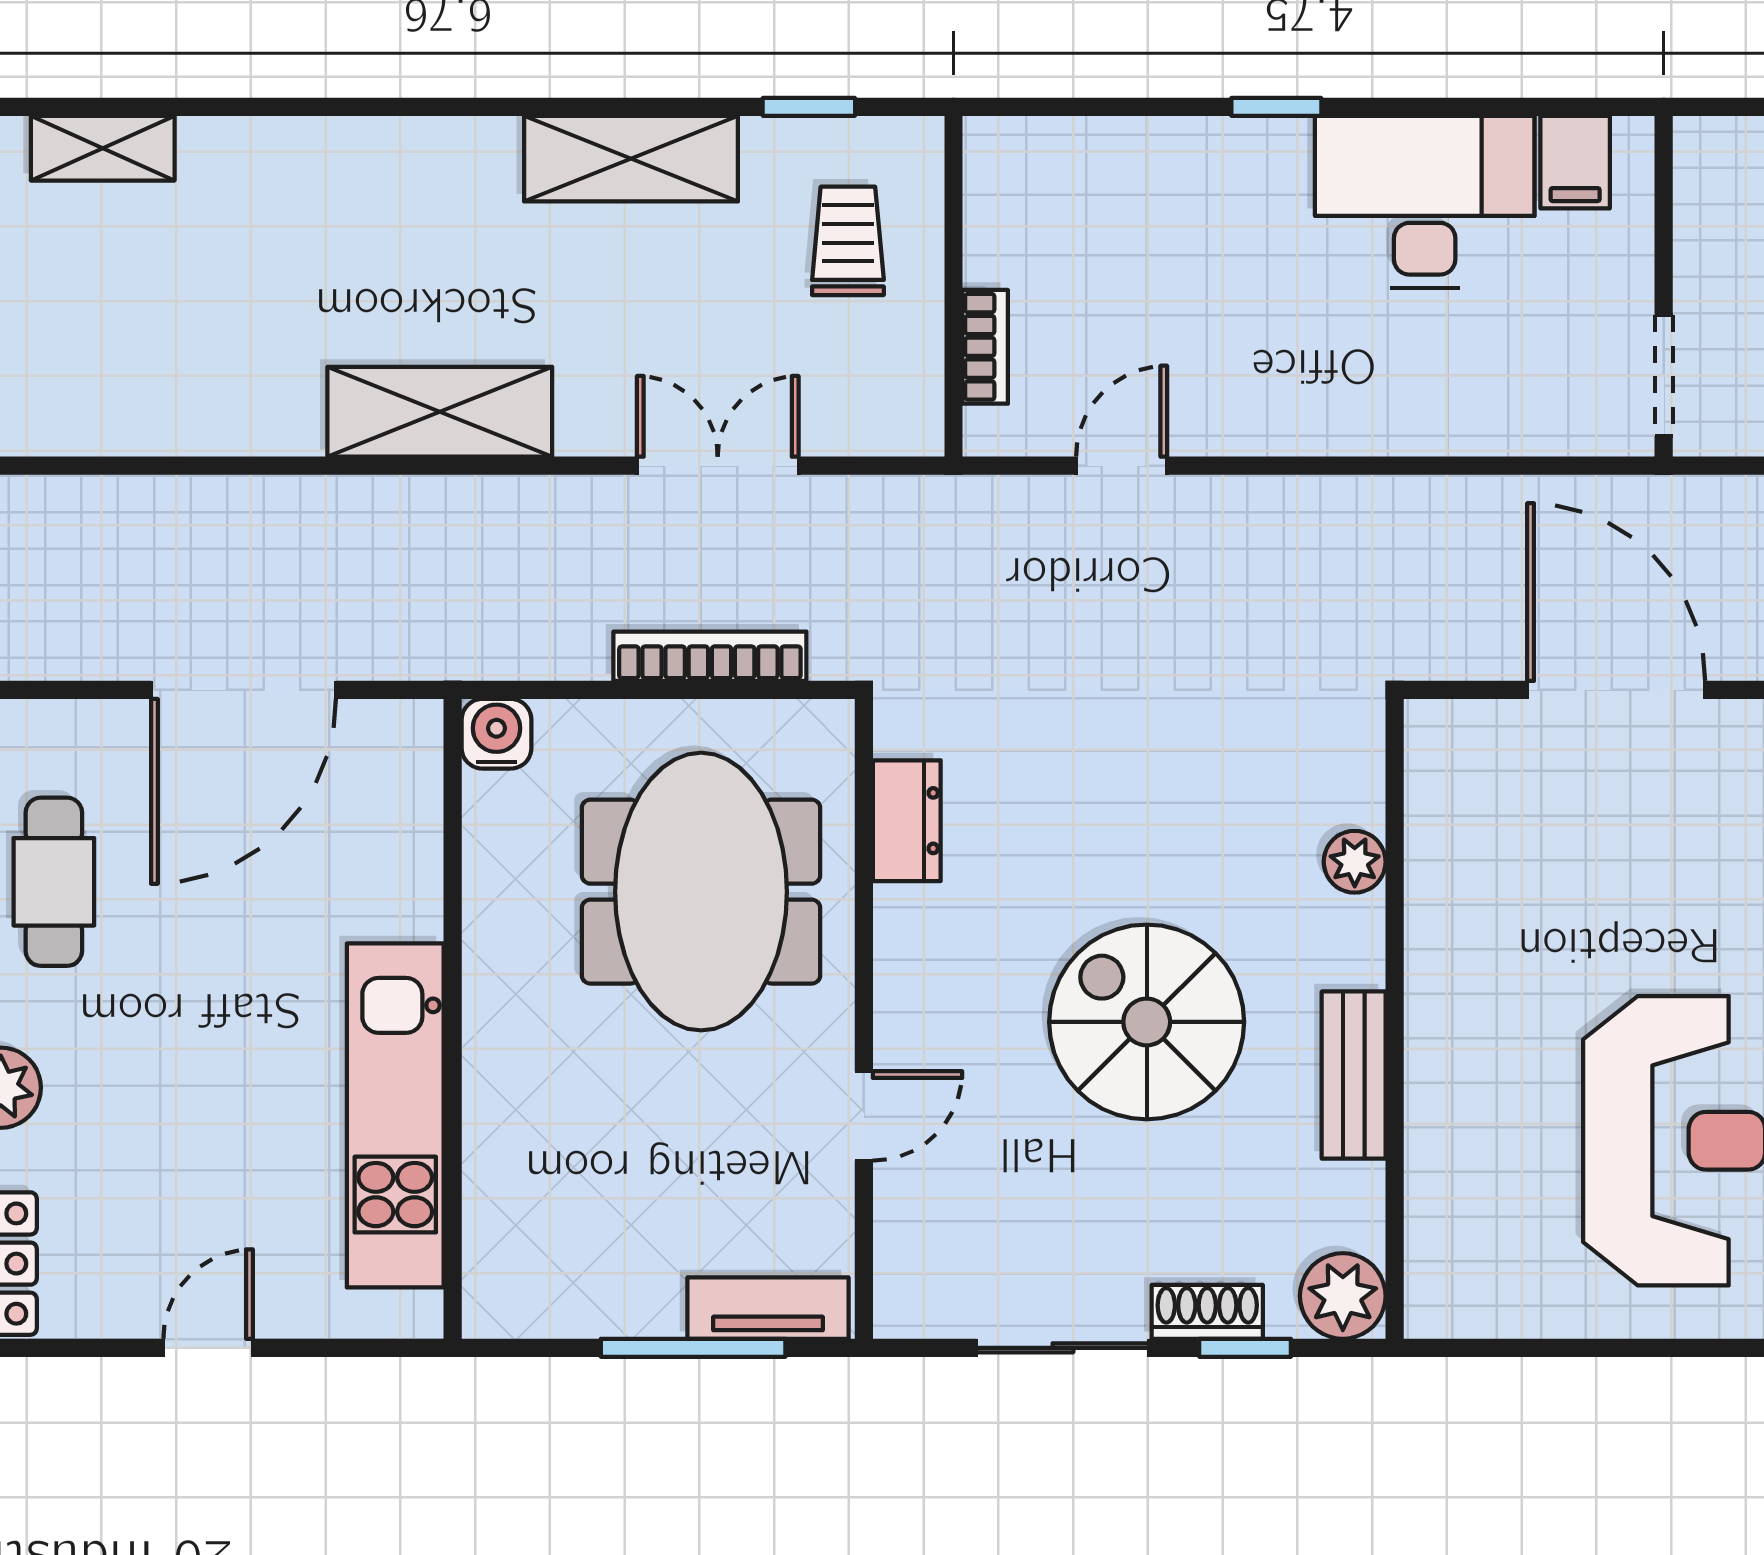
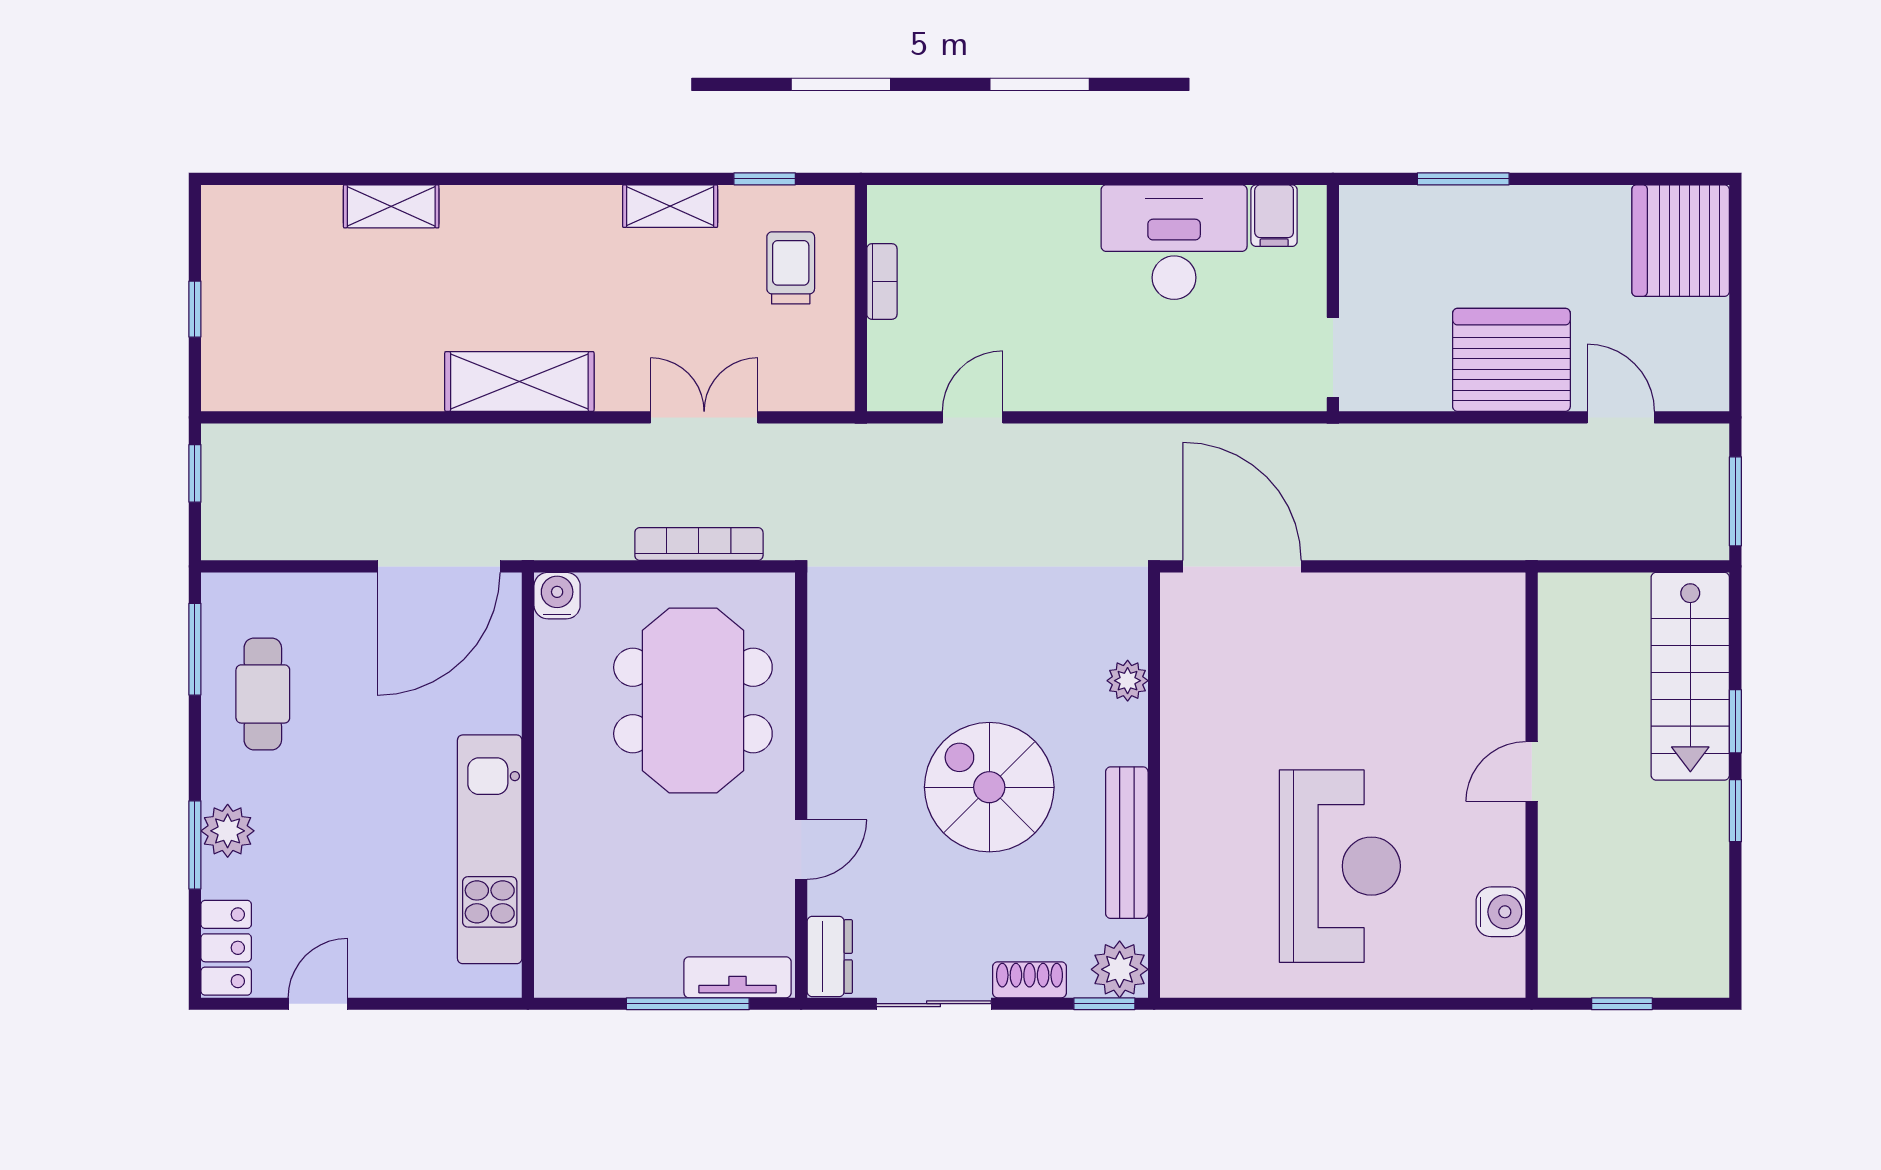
window: (1276, 107) -> (1075, 179), removed
shelving: (103, 148) -> (391, 206), moved
shelving: (631, 159) -> (670, 206), width x0.67, depth x0.75
bookcase: (985, 347) -> (882, 281), moved
door: (243, 690) -> (439, 566), moved
door: (1616, 690) -> (1242, 566), moved
dresser: (907, 821) -> (830, 957), moved
bench: (1354, 1075) -> (1127, 843), width x1.36
door: (208, 1348) -> (318, 1004), moved
window: (1245, 1348) -> (1104, 1004), moved

